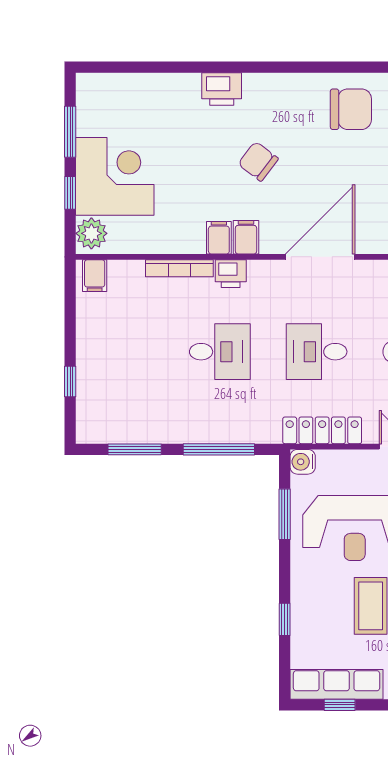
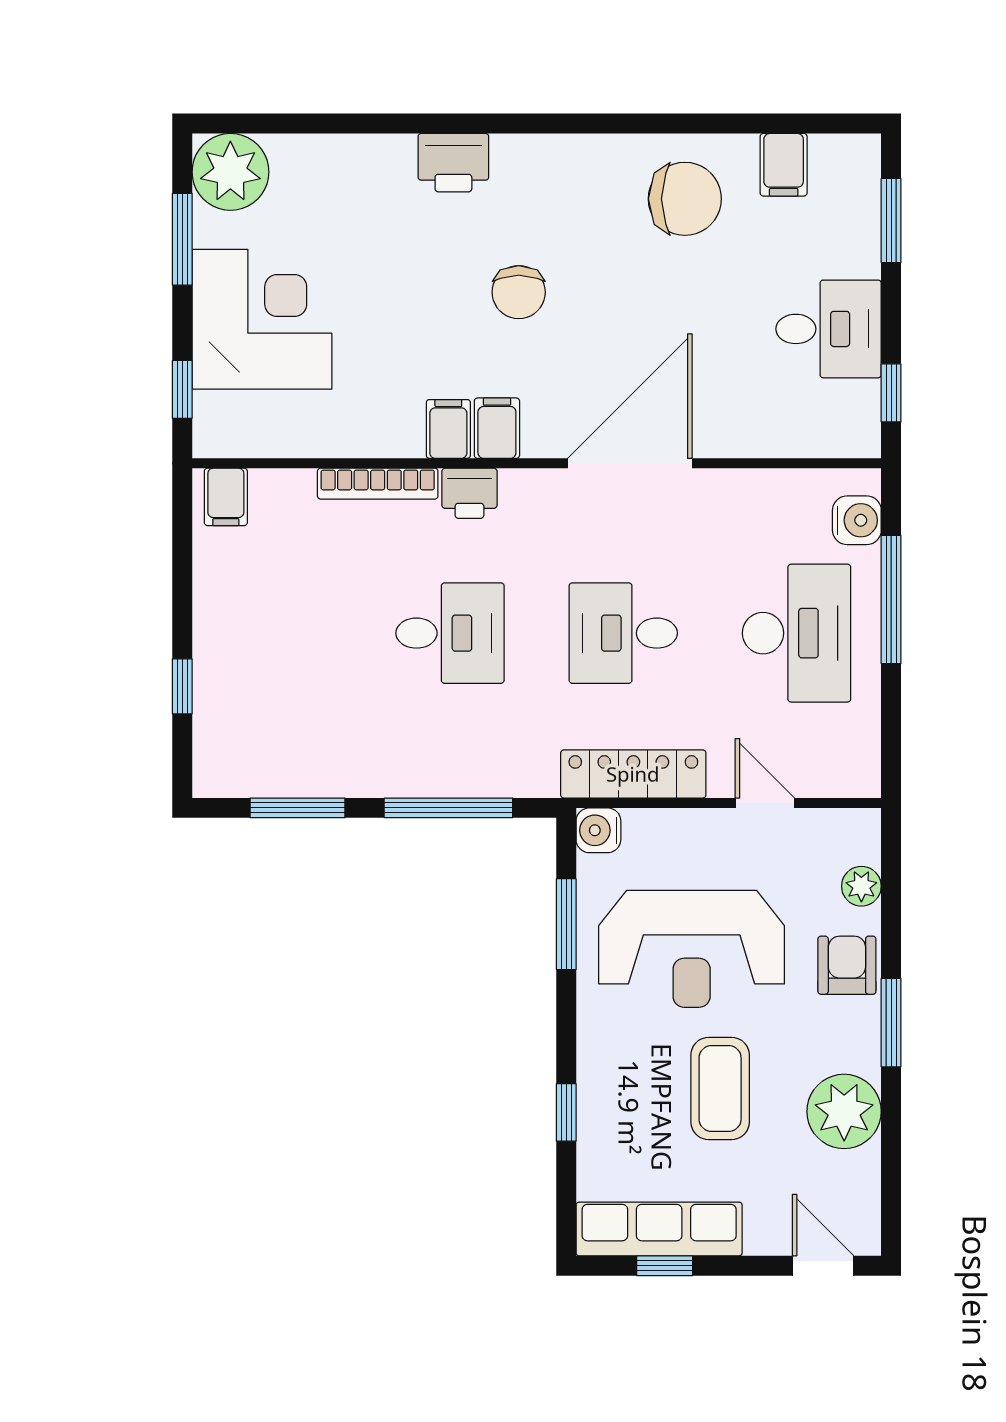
chair: (258, 161) -> (519, 292), turned -127
window: (70, 193) -> (182, 389), moved
plant: (91, 233) -> (230, 172), moved, width x1.36, depth x1.36

